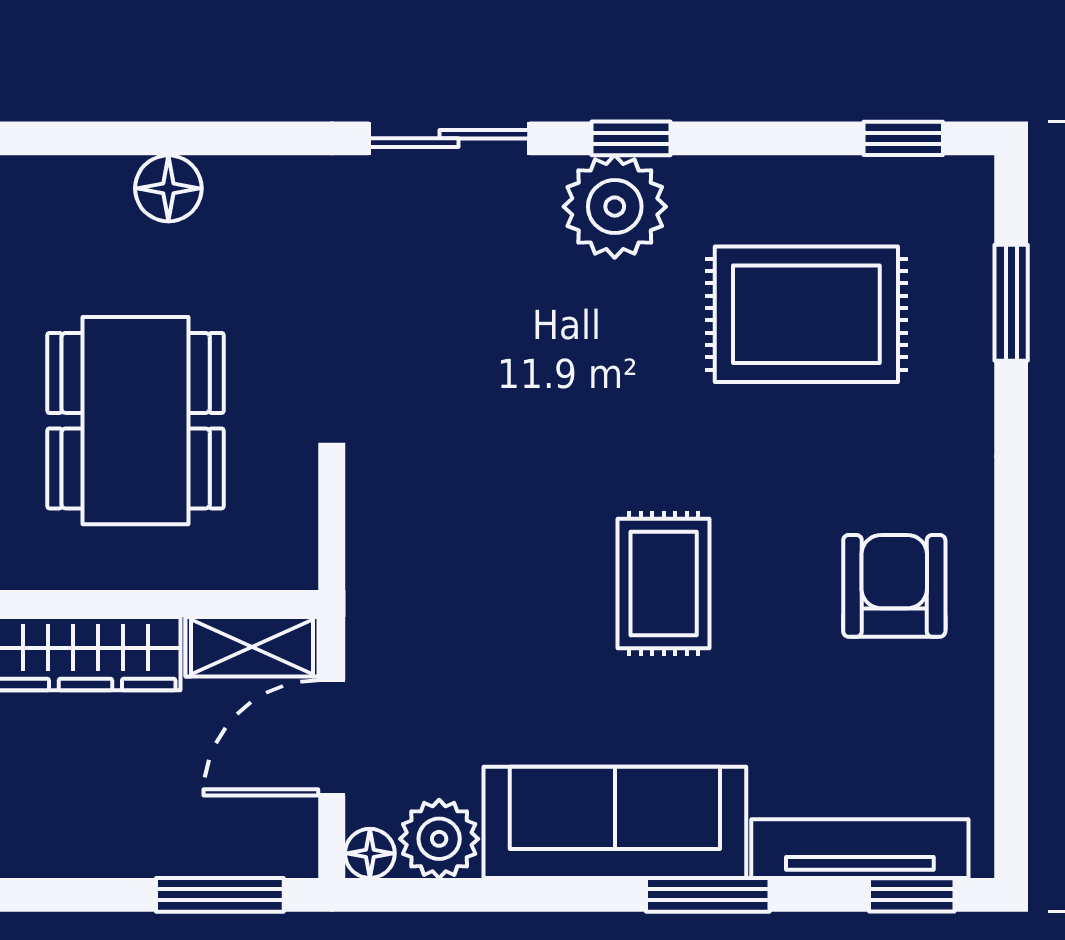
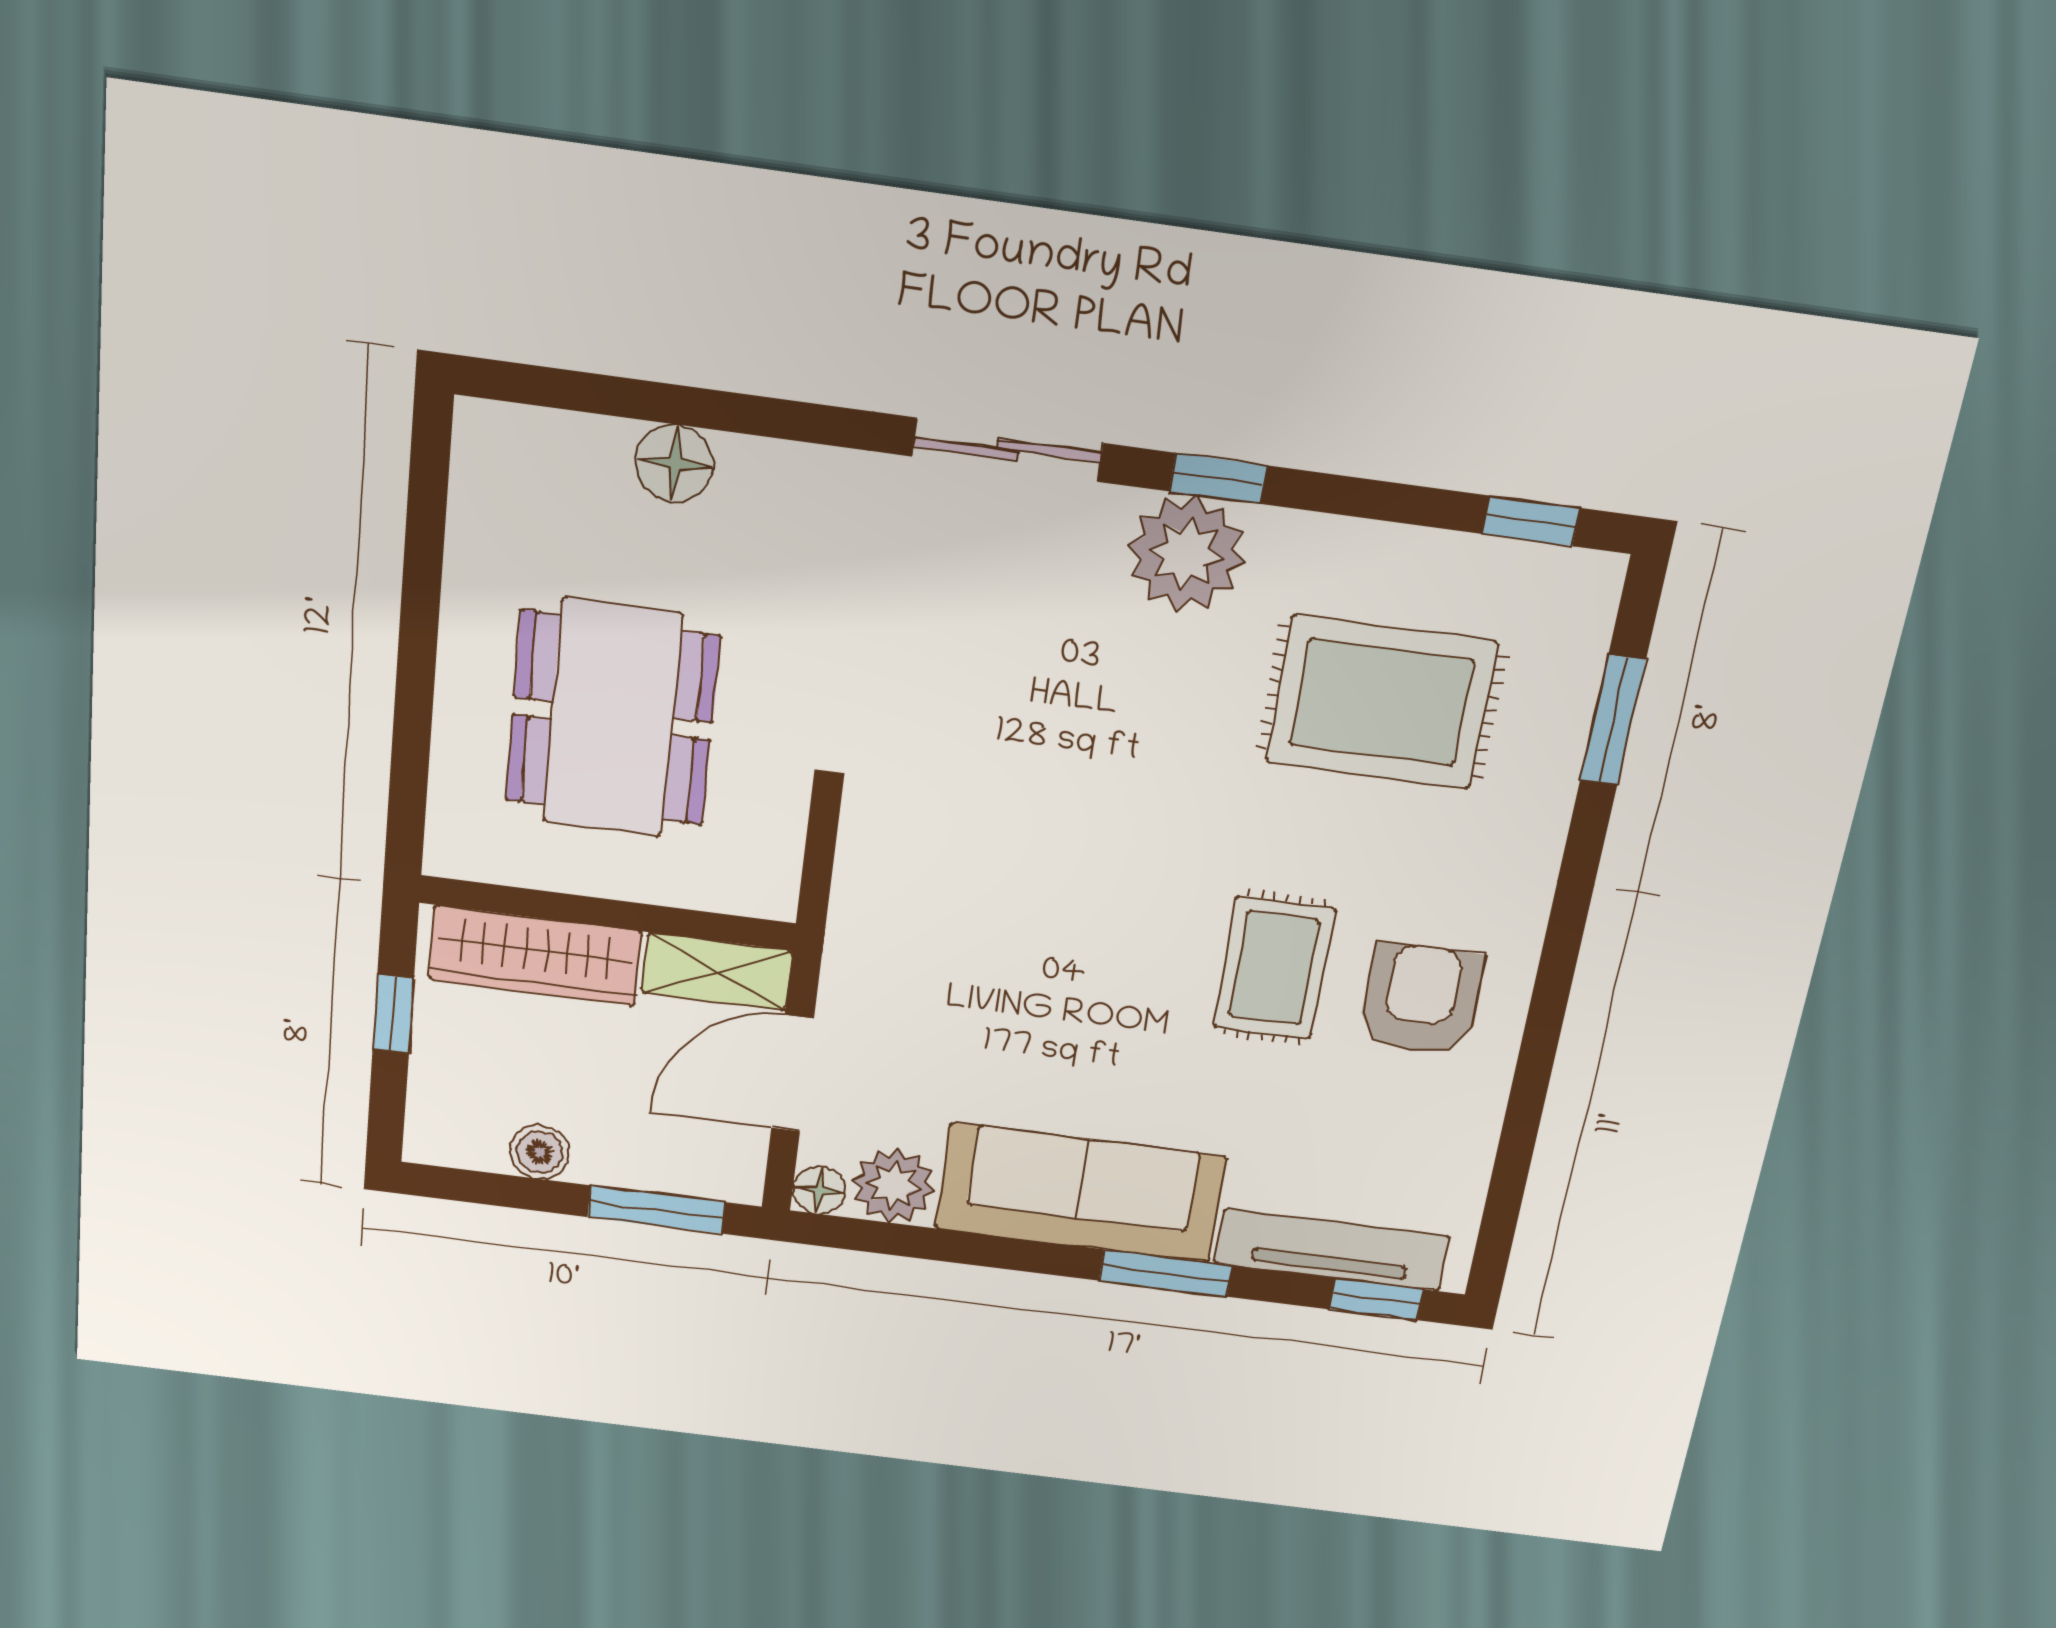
rug: (664, 583) -> (1274, 968), moved
boiler: (106, 850) -> (540, 1152), added

